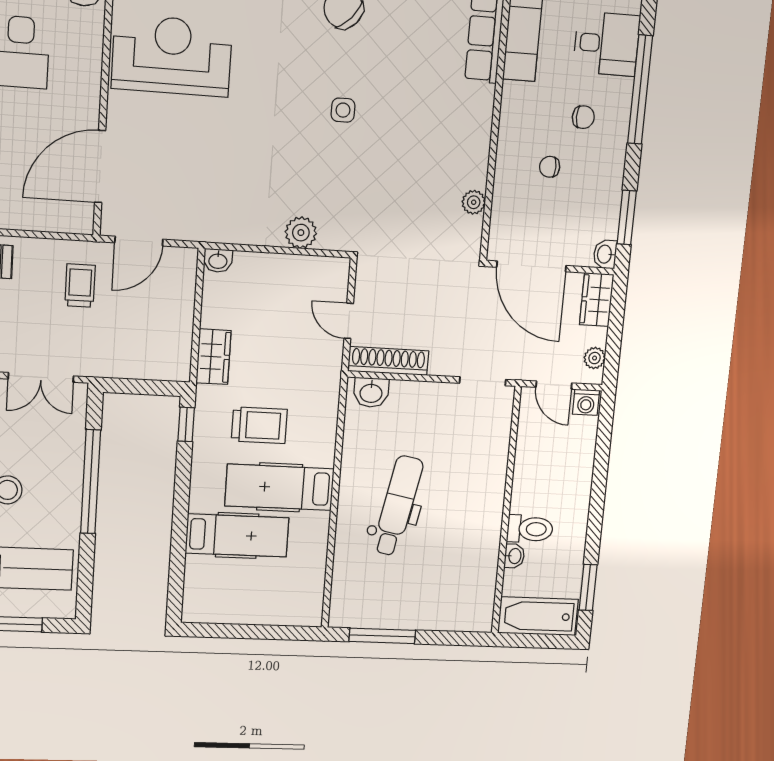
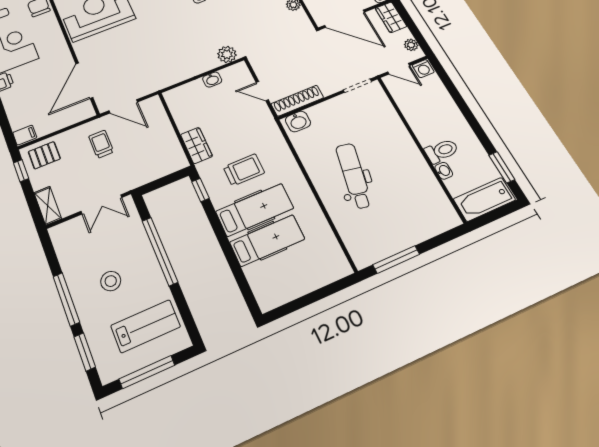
plant: (301, 233) -> (227, 54), moved
door: (139, 241) -> (123, 106), hinge flipped
washbasin: (218, 261) -> (212, 80), moved
hospital bed: (280, 487) -> (255, 210), moved, turned 180

